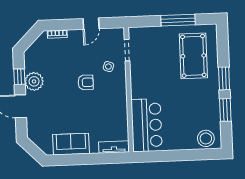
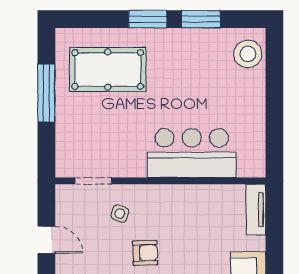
armchair: (86, 82) -> (145, 253), turned 88
bar counter: (147, 125) -> (192, 153), moved

